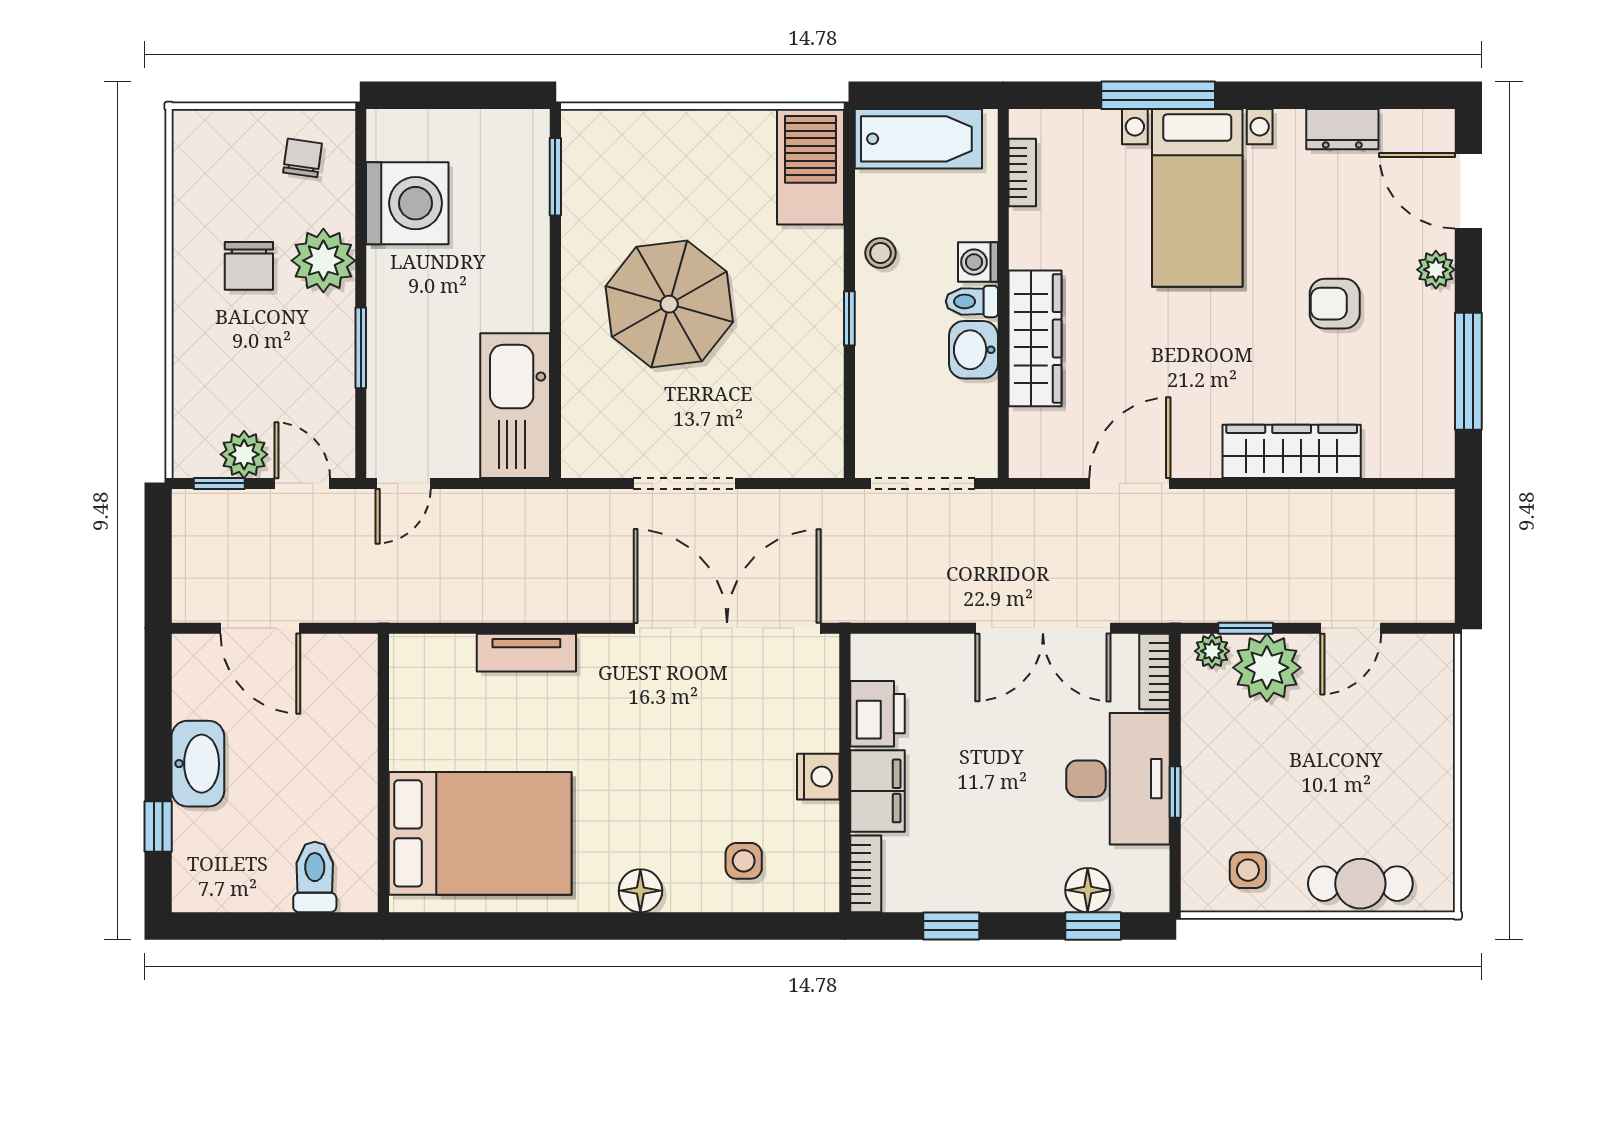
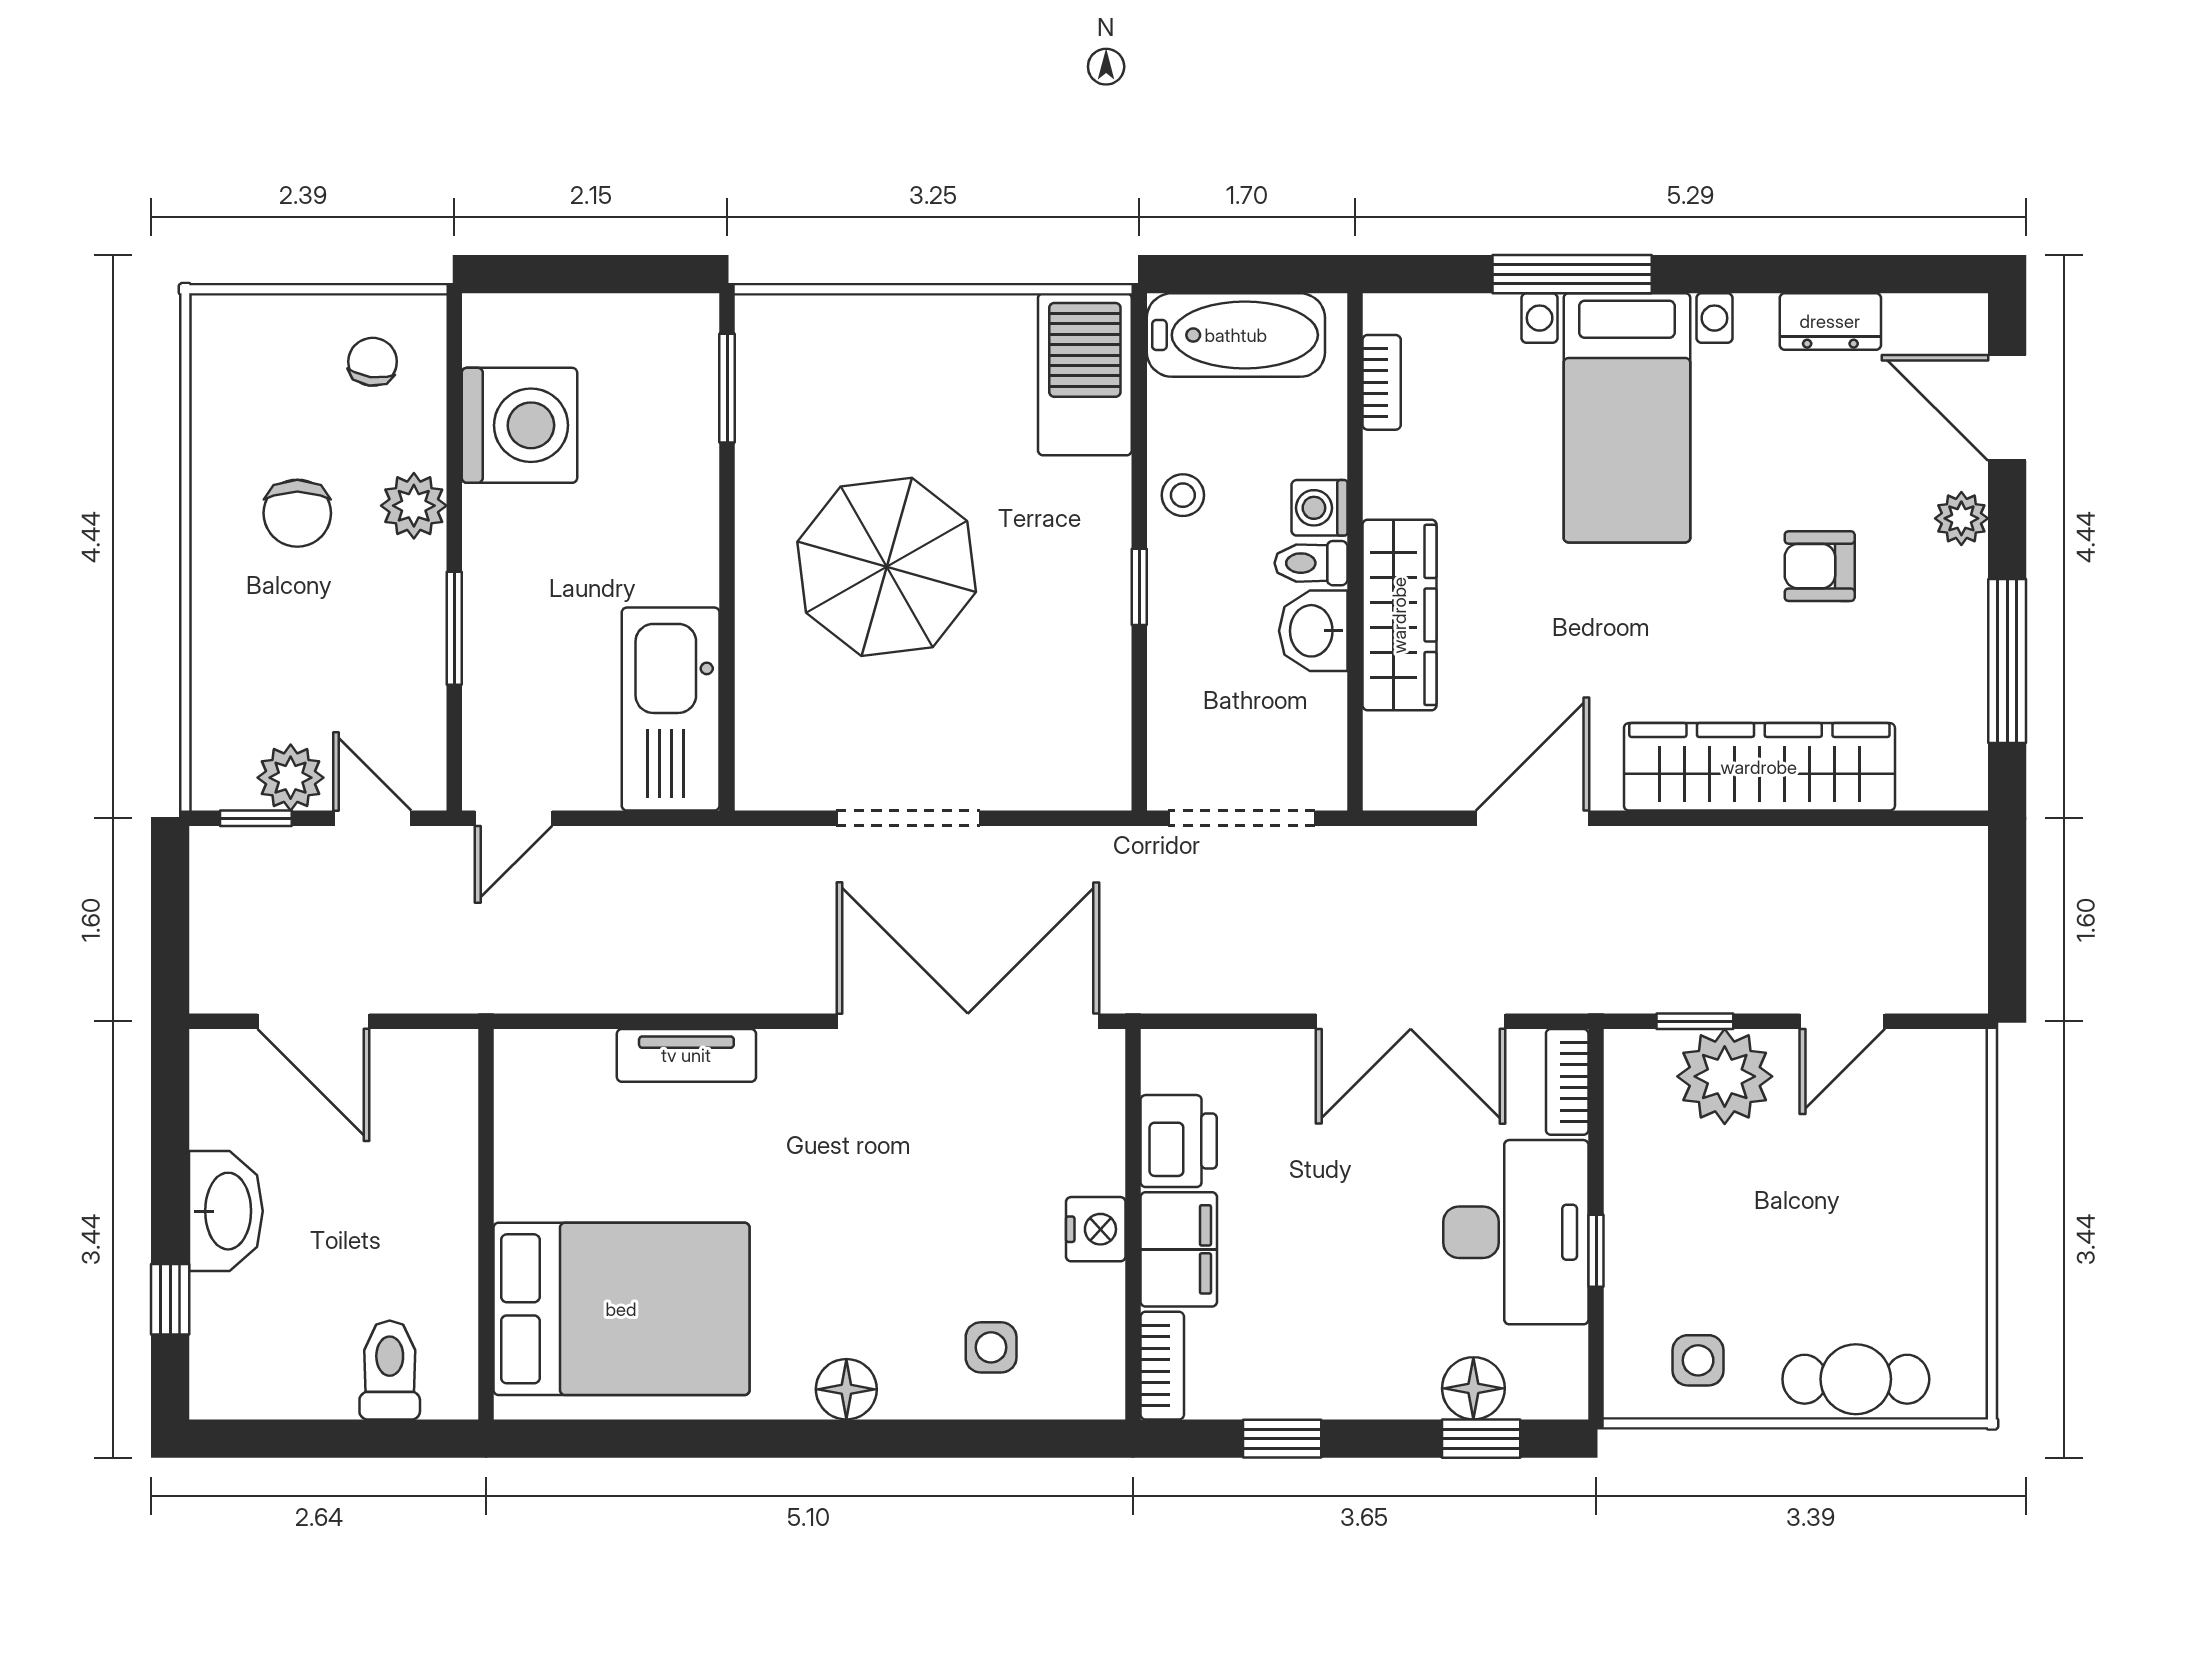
plant: (323, 261) -> (414, 506), width x0.73, depth x0.73
wardrobe: (1292, 451) -> (1759, 767), width x1.40, depth x1.17
plant: (1212, 651) -> (1648, 1053), removed

